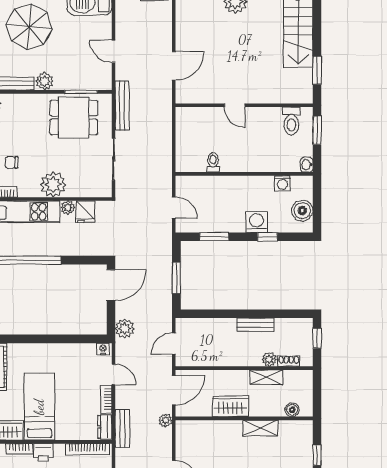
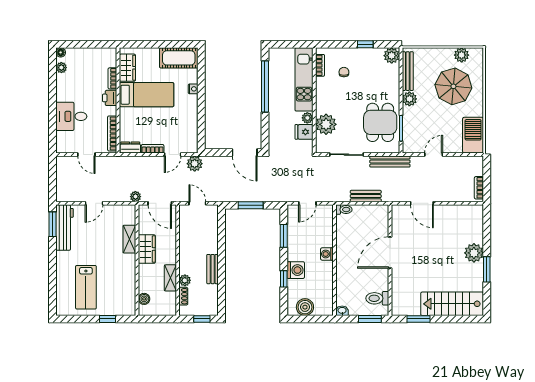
door: (235, 105) -> (390, 253), width x1.87
toilet: (213, 162) -> (344, 210), moved
washing machine: (282, 183) -> (327, 254), moved
plant: (53, 185) -> (326, 124), moved
plant: (125, 328) -> (195, 164), moved
nightstand: (103, 349) -> (193, 89), moved
bench: (122, 428) -> (366, 196), moved
shelving: (260, 428) -> (129, 239), moved

